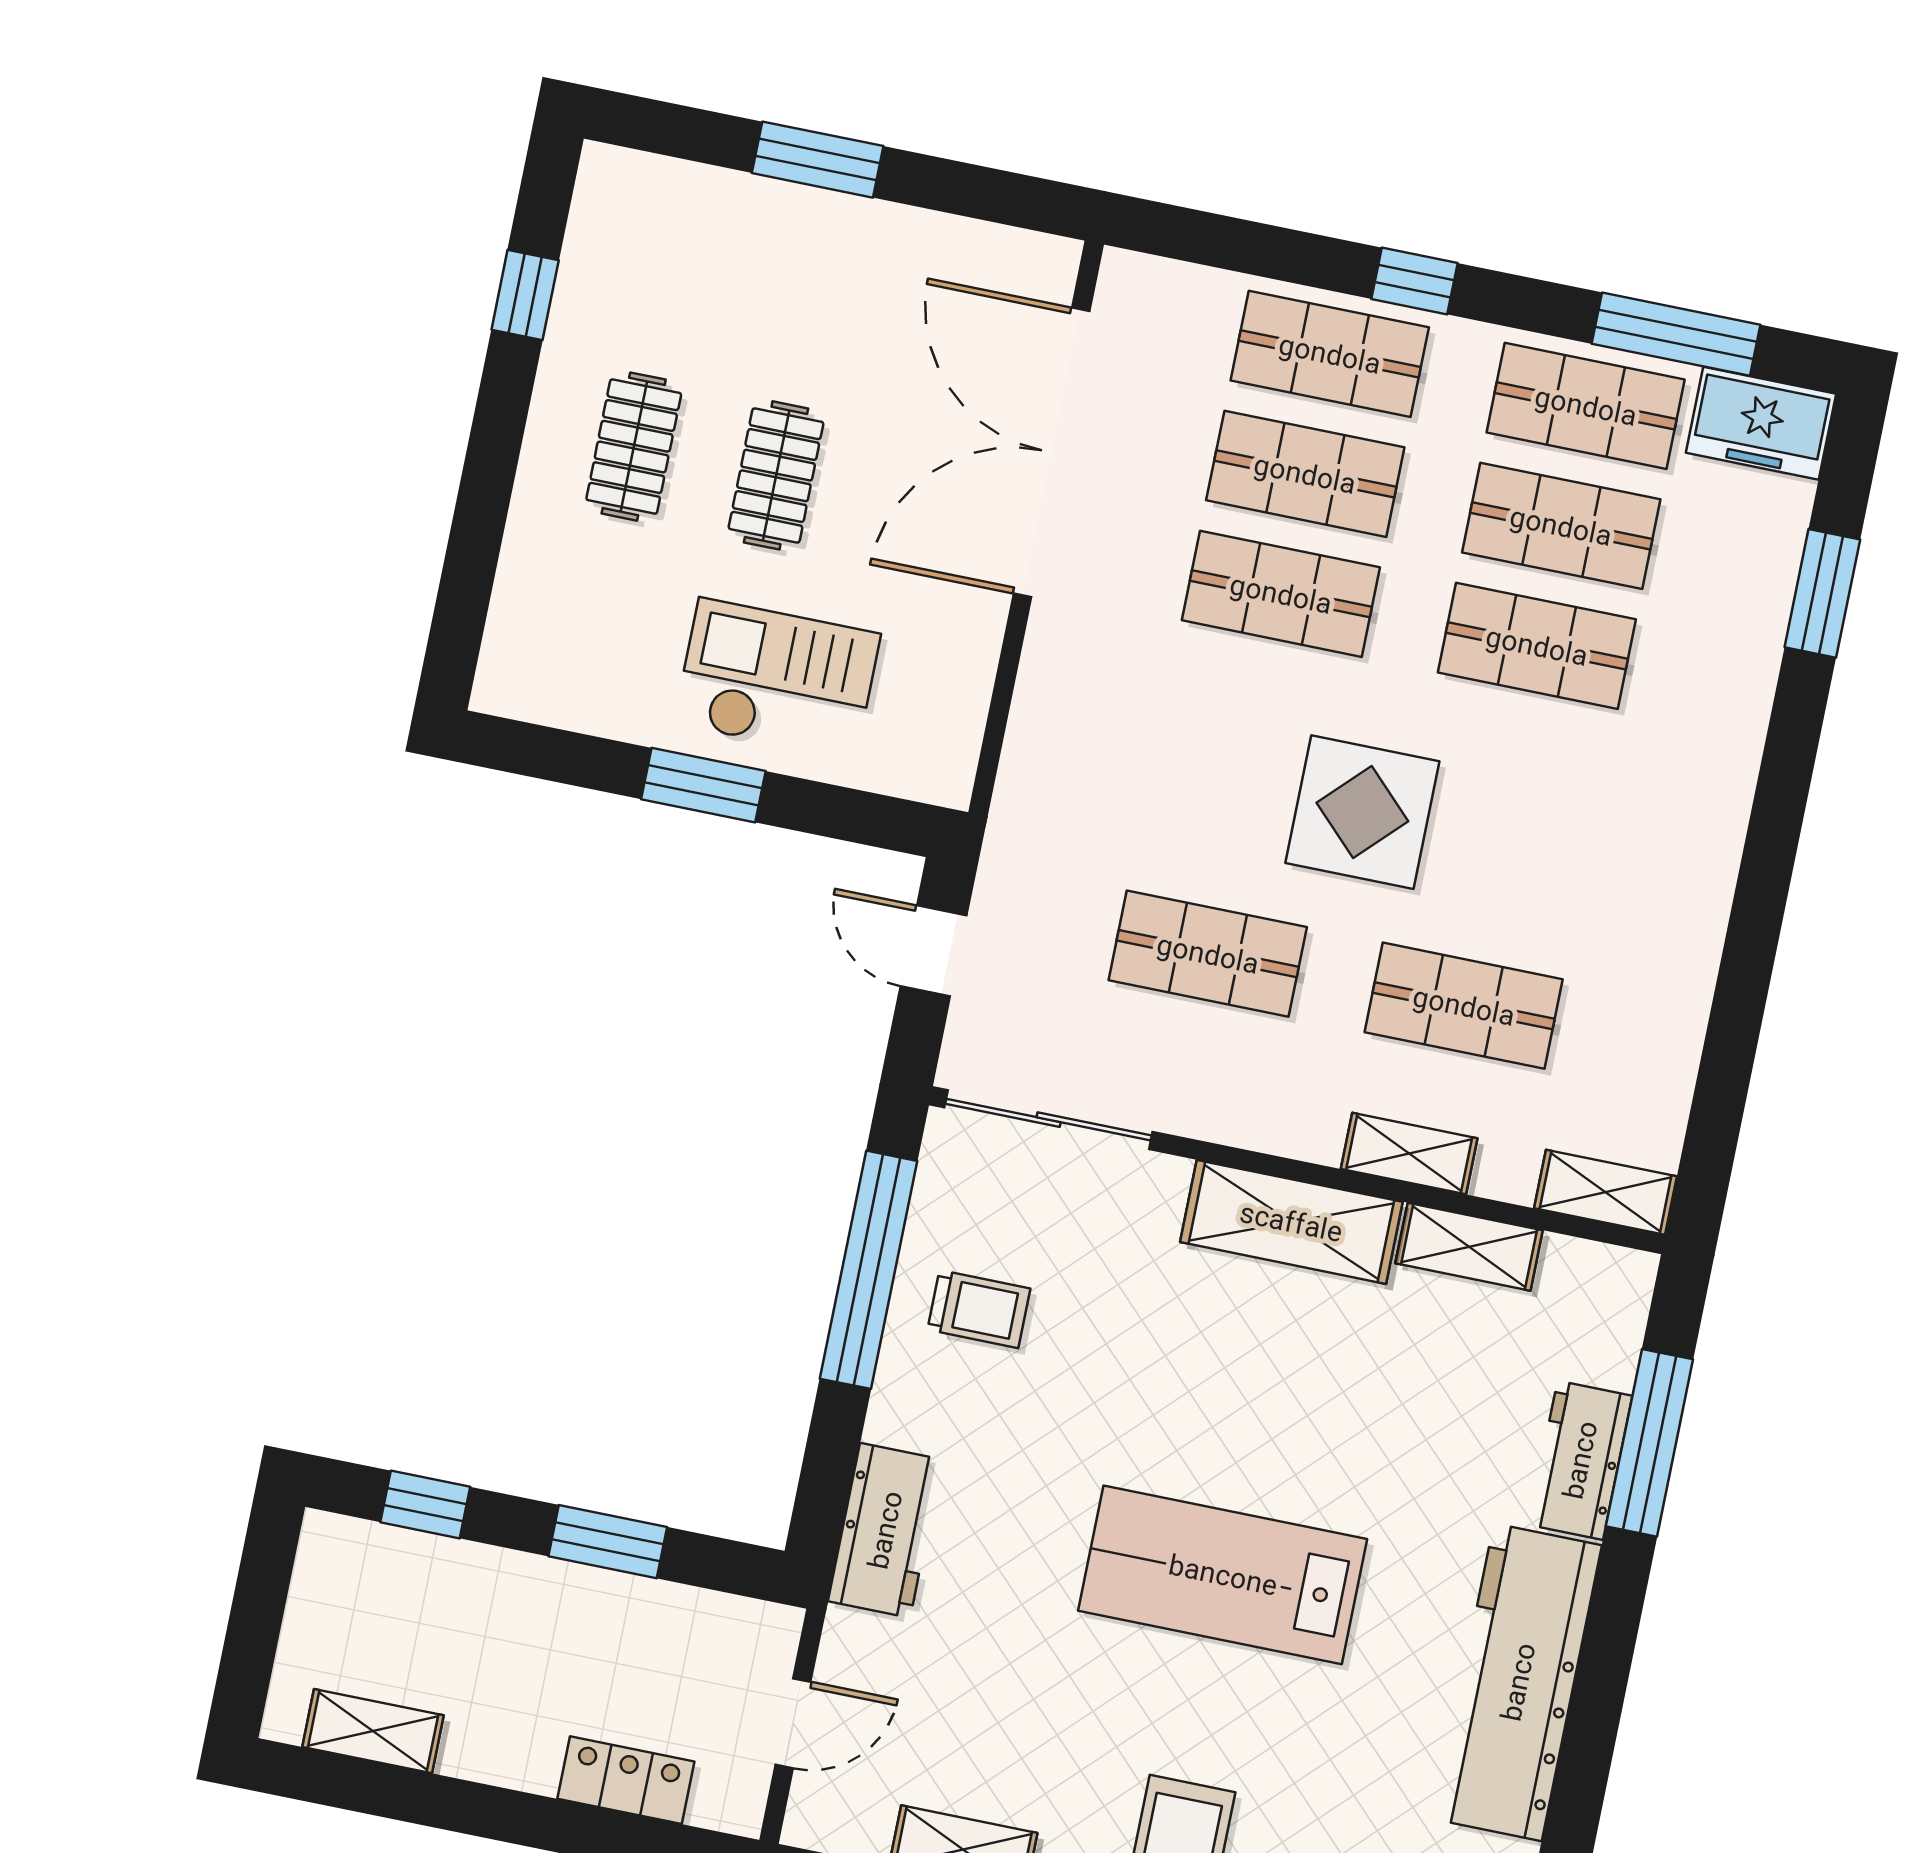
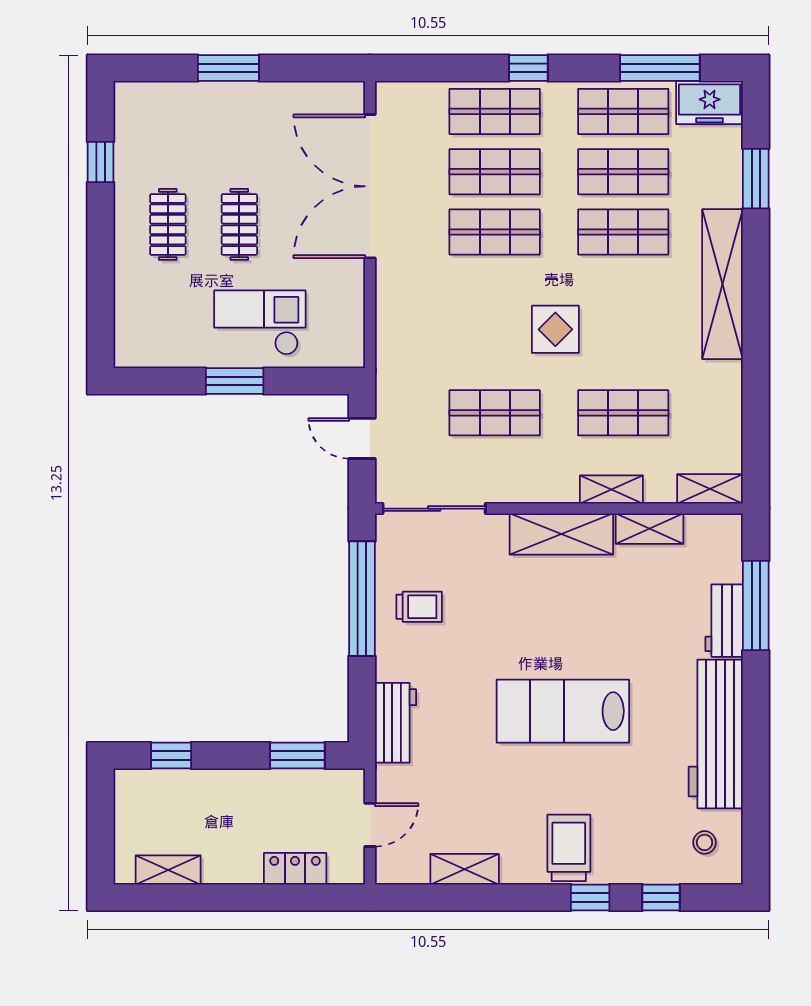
shelving: (1713, 790) -> (722, 284), added
display table: (1362, 812) -> (555, 329), width x0.73, depth x0.73
window: (608, 1542) -> (297, 755), moved

